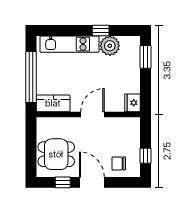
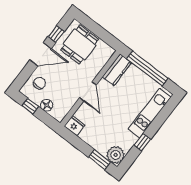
plant: (110, 46) -> (116, 155), moved
floor lamp: (133, 142) -> (47, 105), added

